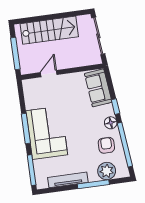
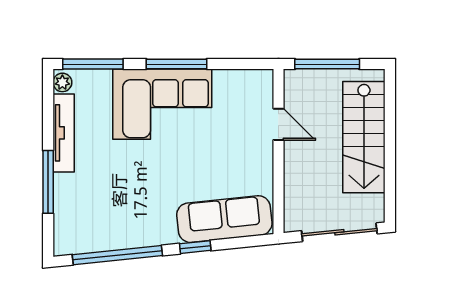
sofa: (98, 88) -> (224, 219), width x1.36
floor lamp: (111, 123) -> (164, 233), removed
armchair: (106, 145) -> (121, 218), removed
plant: (107, 171) -> (62, 82), moved, width x0.53, depth x0.53

